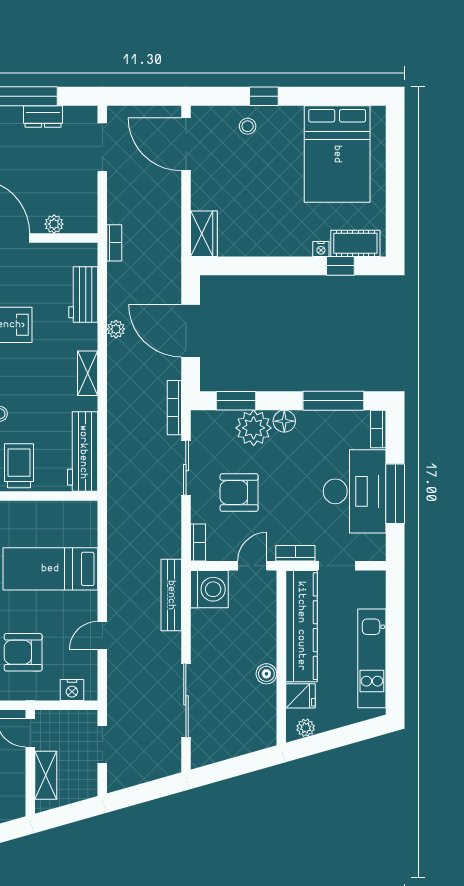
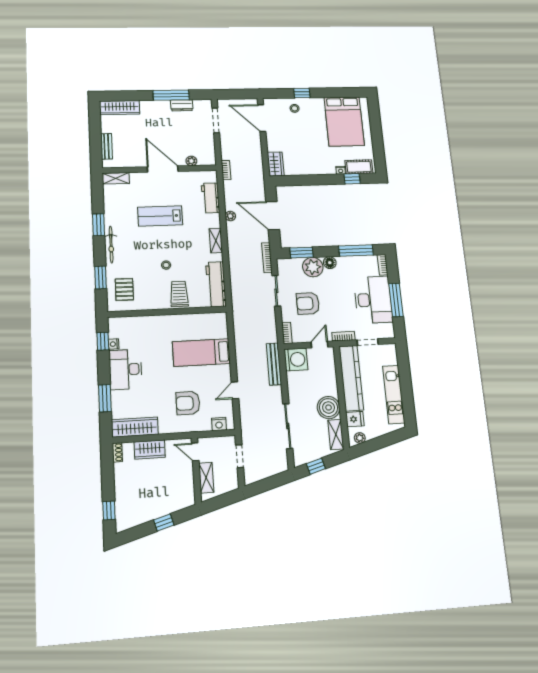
boiler: (266, 674) -> (329, 408), width x1.86, depth x1.86
shelving: (265, 719) -> (336, 435), added
window: (227, 769) -> (316, 466), added

